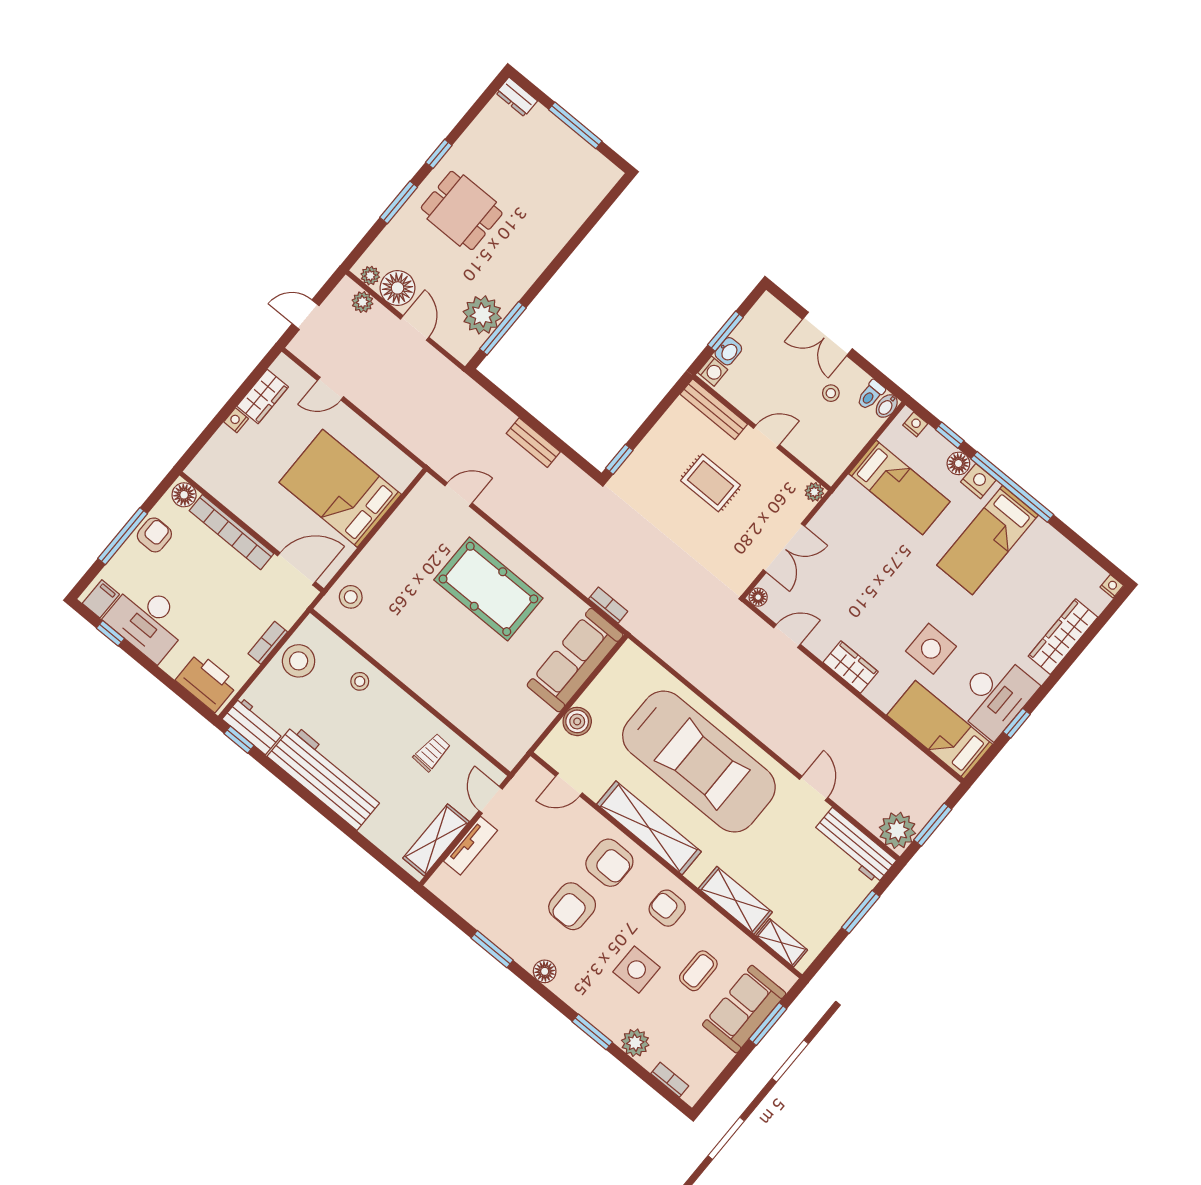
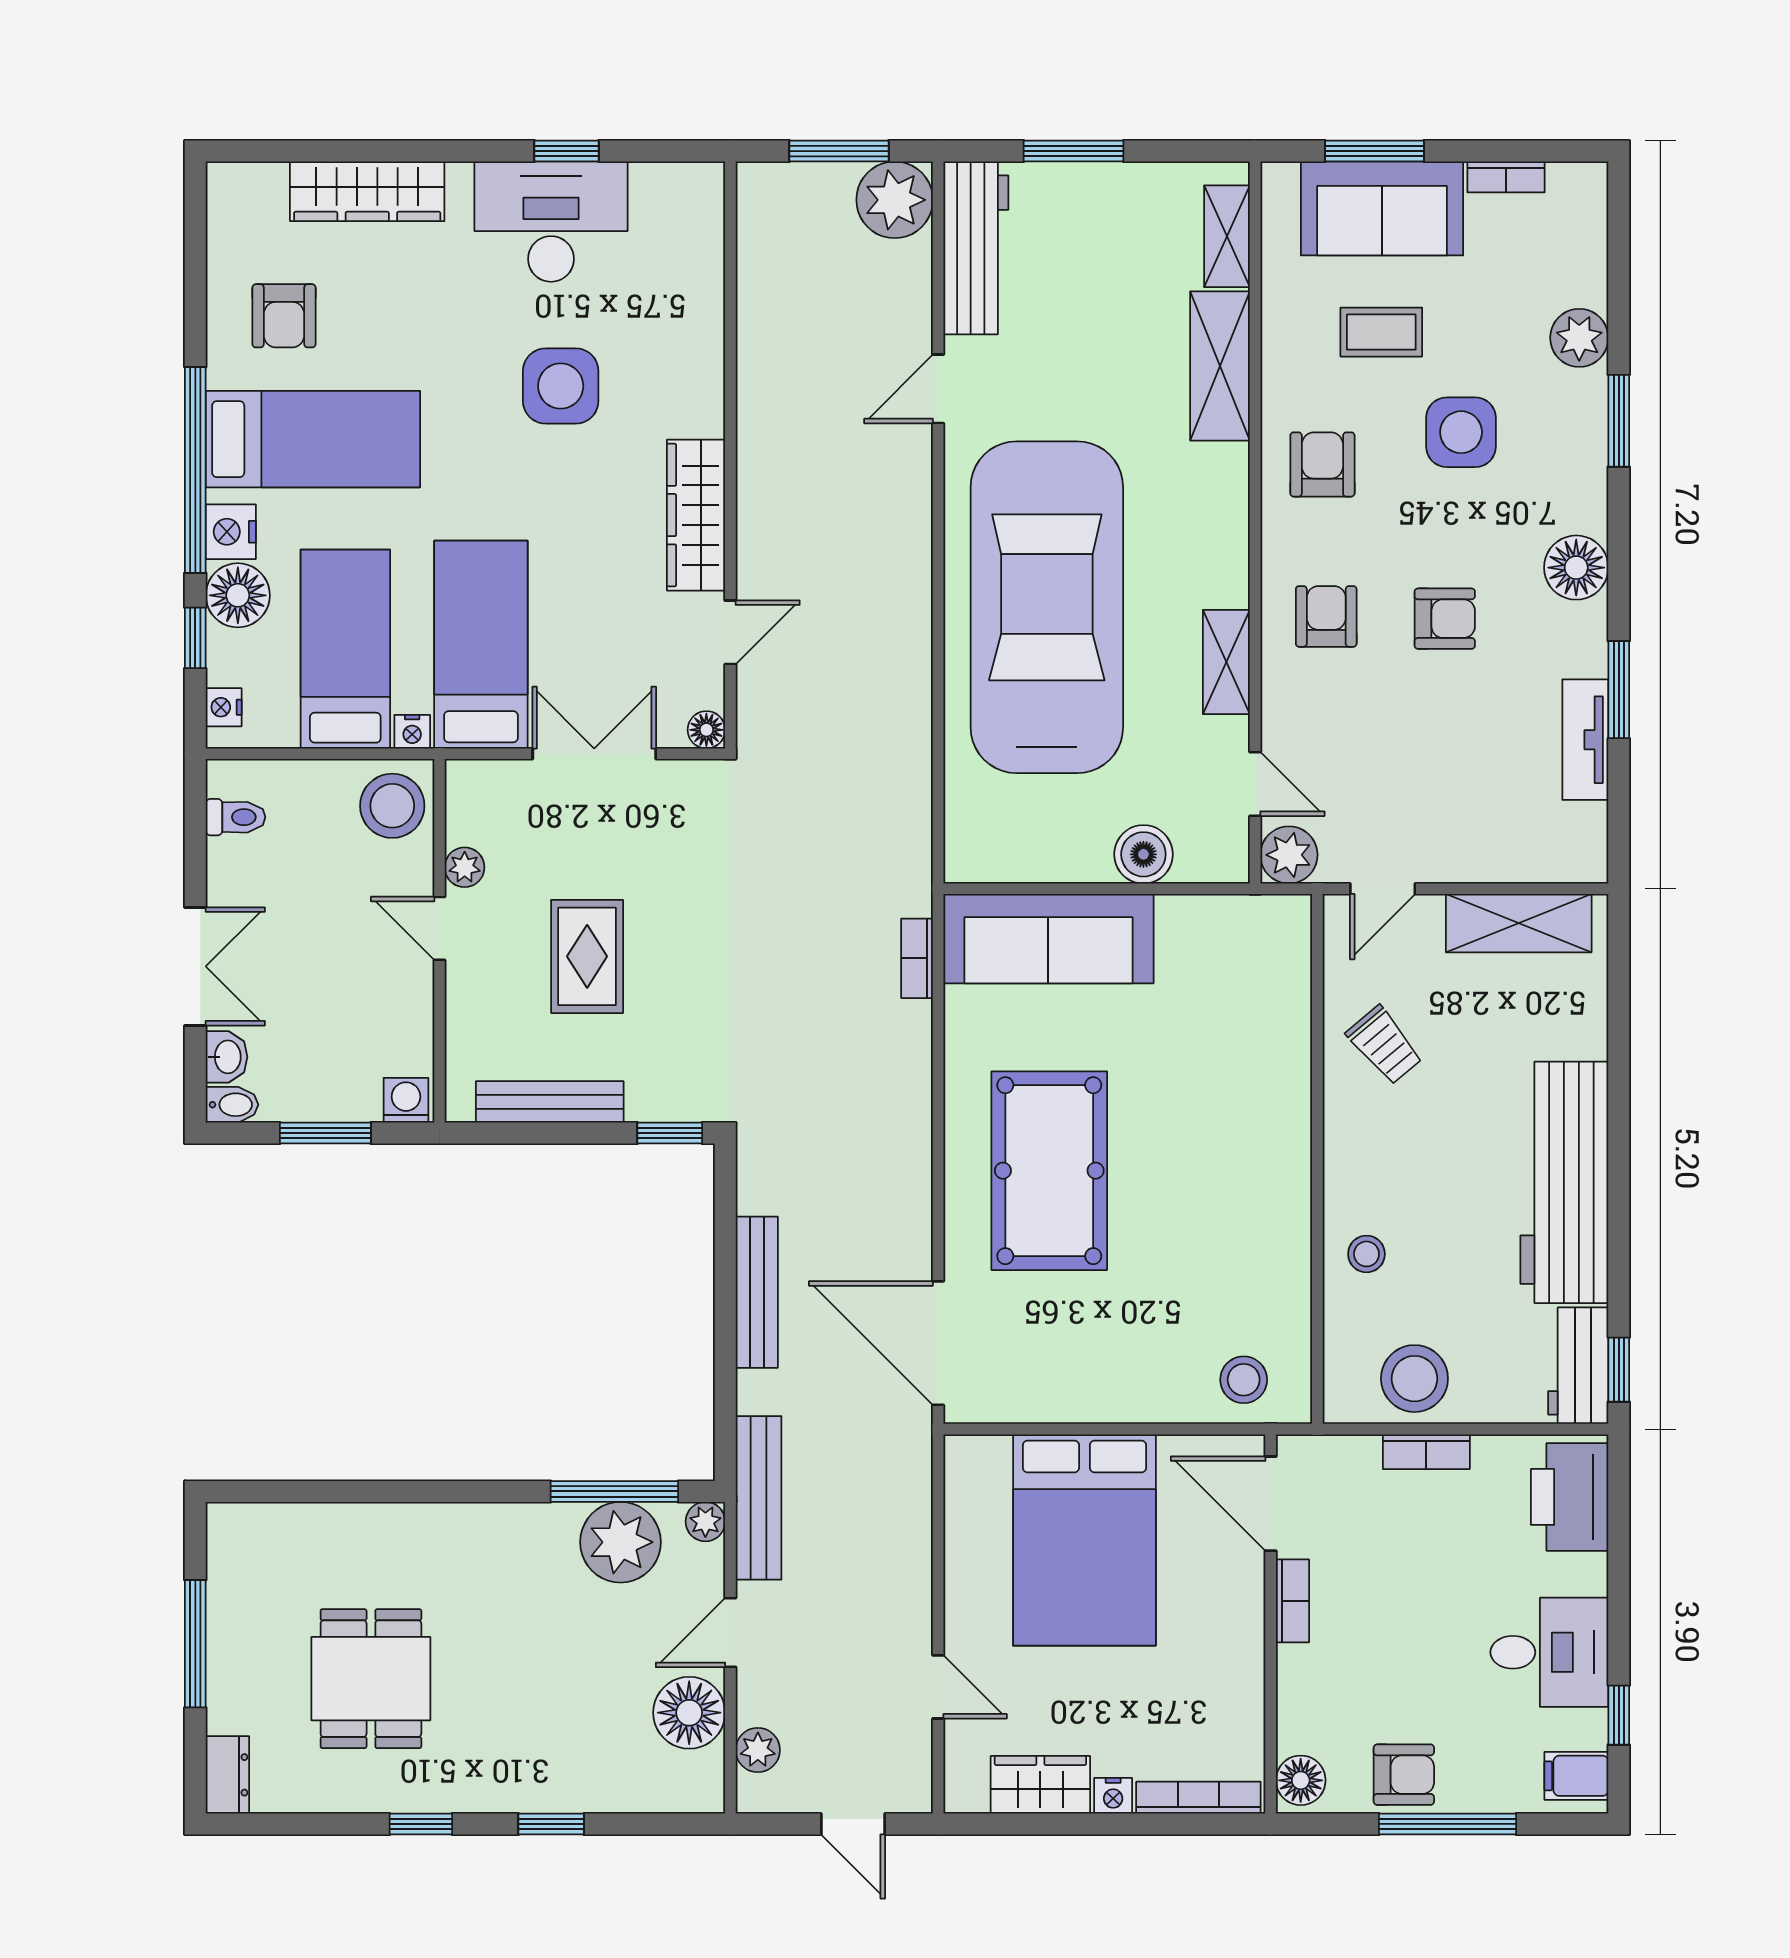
window: (399, 202) -> (551, 1824), width x0.67
dining table: (462, 210) -> (371, 1679), moved
plant: (370, 276) -> (705, 1522), moved
washbasin: (728, 351) -> (227, 1057), moved, turned 90
bench: (456, 380) -> (758, 1498), added
stool: (831, 393) -> (392, 806), moved, width x1.89, depth x1.89
bidet: (887, 406) -> (232, 1105), moved
bench: (714, 409) -> (550, 1102), moved, turned 90
bench: (533, 443) -> (757, 1292), width x1.36
bookcase: (209, 451) -> (1198, 1798), added
floor lamp: (958, 463) -> (238, 595), width x1.38, depth x1.38
plant: (814, 492) -> (465, 867), moved
door: (458, 494) -> (938, 1343), width x1.87
bookcase: (232, 532) -> (1292, 1601), width x0.43, depth x0.76
armchair: (154, 535) -> (1404, 1775), turned 180
armchair: (1042, 567) -> (284, 316), added
nightstand: (1112, 586) -> (412, 732), moved, turned -90
desk: (148, 621) -> (1549, 1652), width x0.73
door: (787, 636) -> (730, 632), swing flipped
wardrobe: (851, 667) -> (696, 515), width x1.50
bed: (940, 730) -> (481, 645), moved, turned 180
trolley: (432, 752) -> (1384, 1045), turned -133
plant: (532, 775) -> (1289, 855), added
shelving: (649, 828) -> (1226, 662), width x0.45, depth x0.75
tv unit: (470, 846) -> (1585, 740), moved, turned -90
armchair: (609, 863) -> (1326, 616), width x0.72, depth x0.72
armchair: (572, 906) -> (1445, 619), width x0.72, depth x0.72
armchair: (667, 908) -> (1322, 464), turned 180
floor lamp: (545, 971) -> (1576, 568), width x1.38, depth x1.38
bookcase: (670, 1080) -> (1506, 177), moved, turned -90

